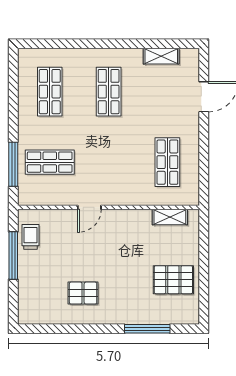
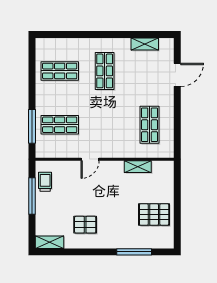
shop shelf: (50, 92) -> (60, 71), turned 90
shelving: (170, 217) -> (138, 167), moved
shelving: (36, 316) -> (49, 242), added

